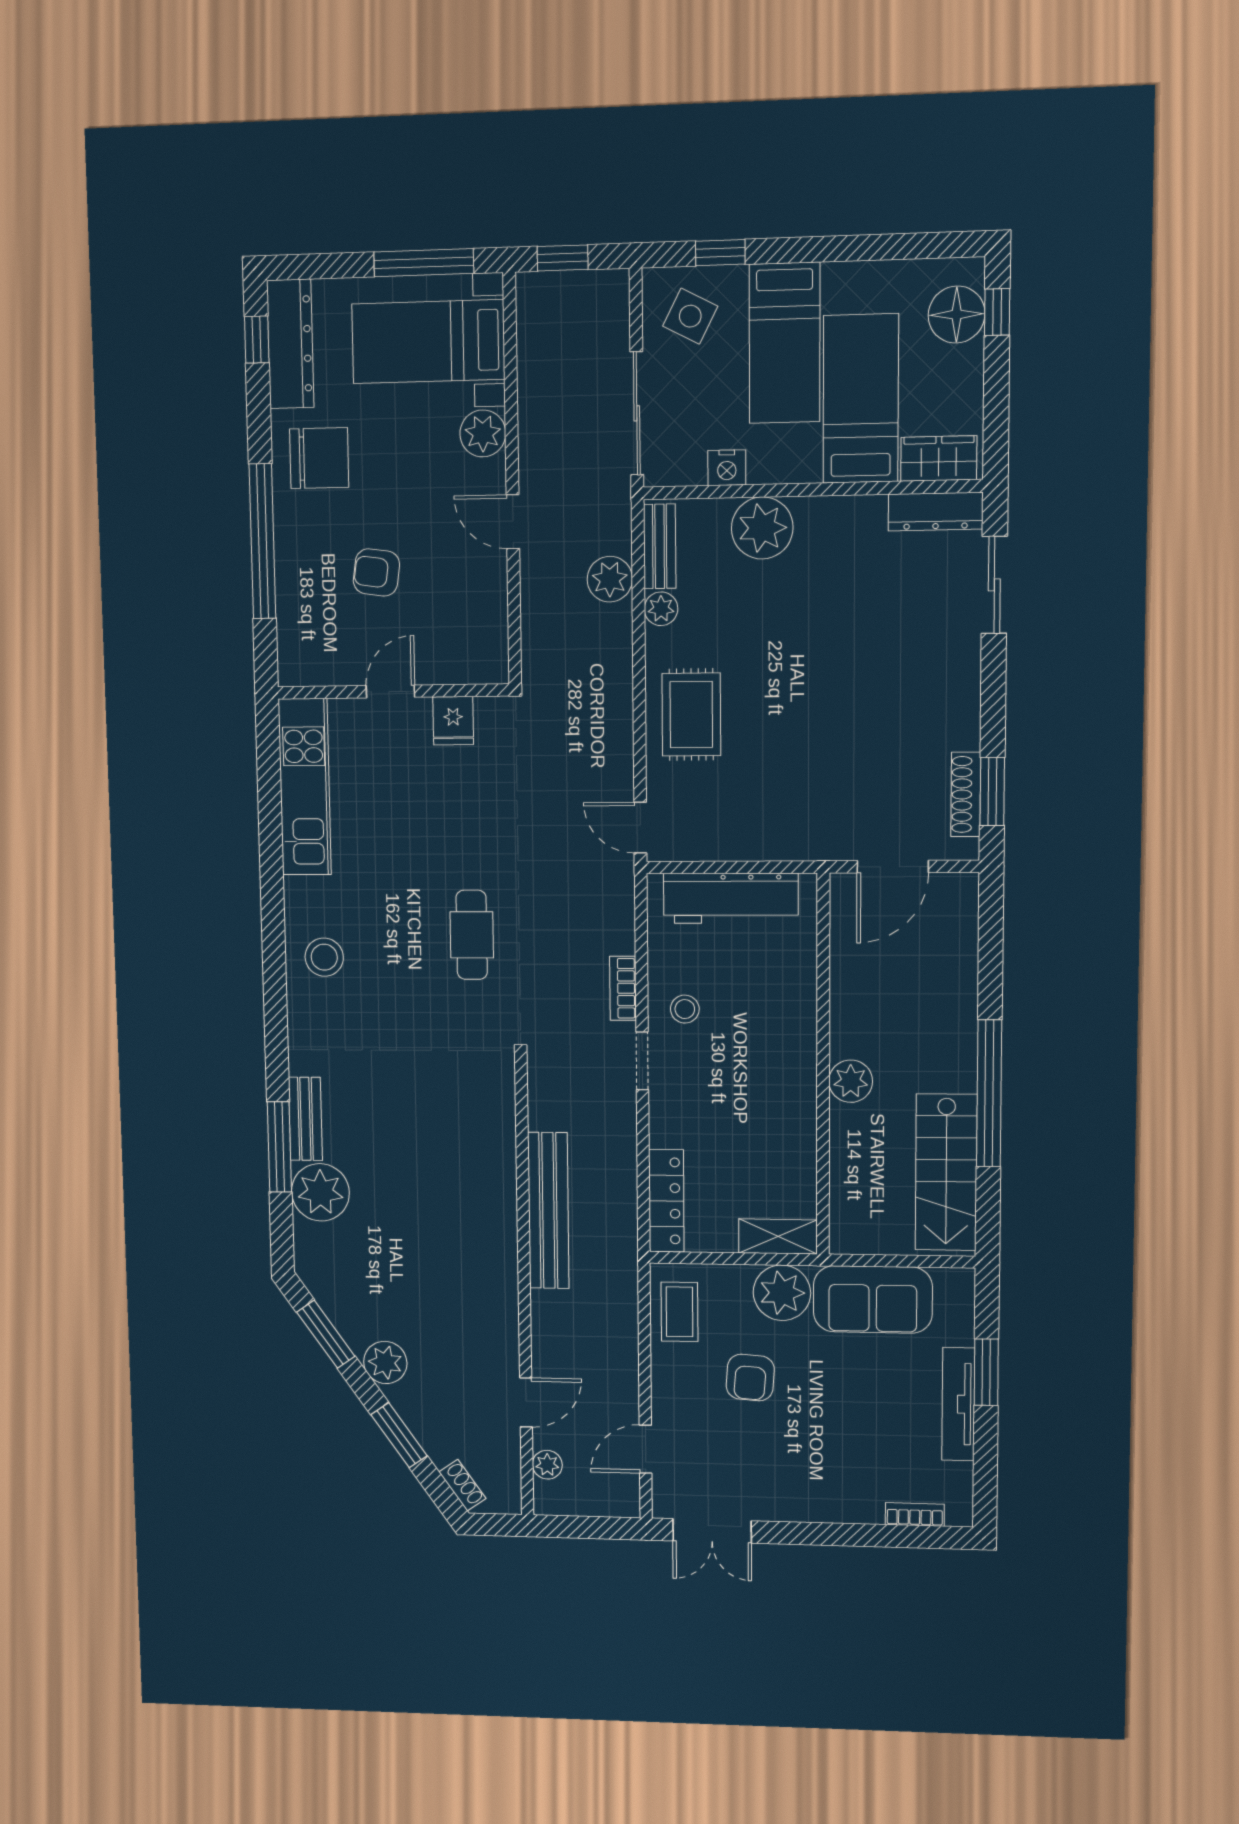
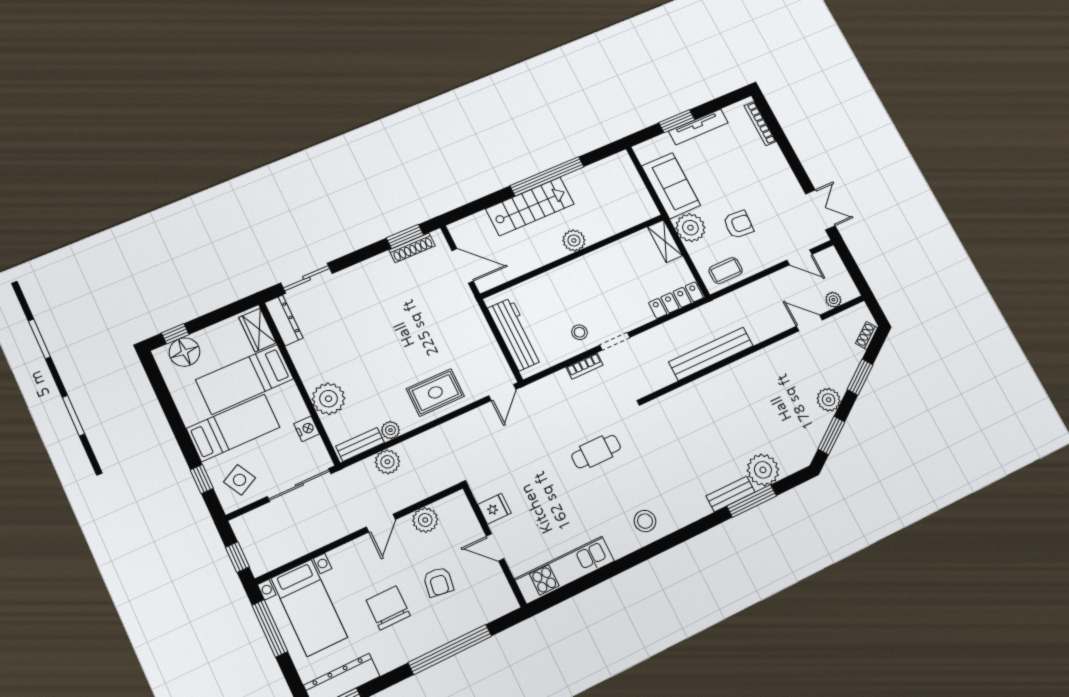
side table: (690, 316) -> (240, 480), turned 35
plant: (483, 433) -> (425, 520), moved
chair: (319, 458) -> (388, 608), moved
stairs: (946, 1172) -> (530, 206), moved
bookcase: (915, 1514) -> (760, 124), width x1.56

